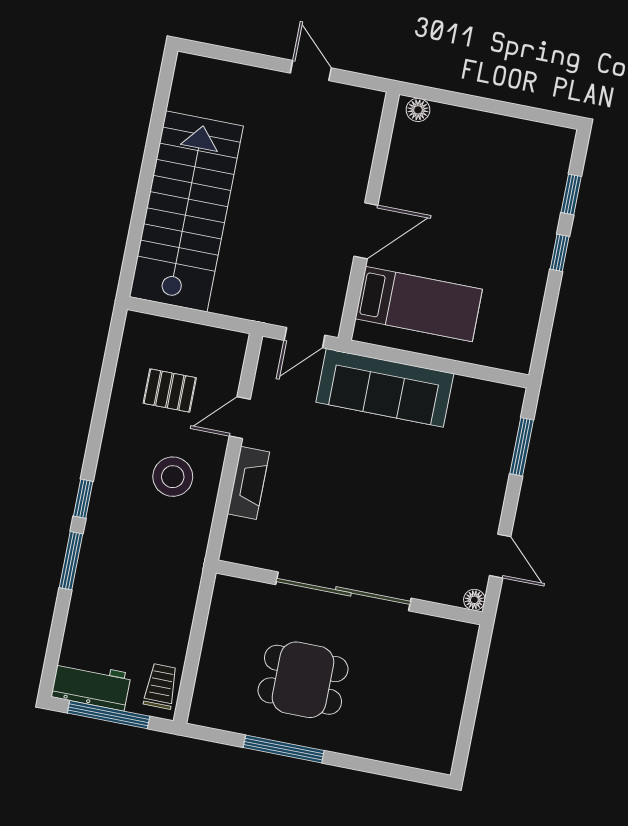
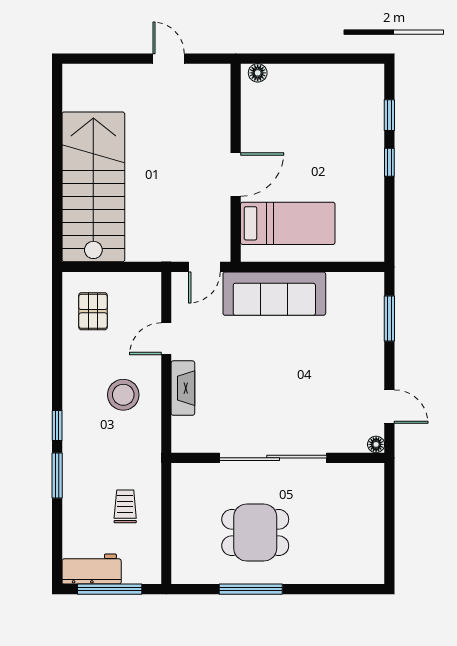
pallet: (170, 390) -> (93, 311), moved, turned 90
trolley: (161, 686) -> (125, 506), moved

